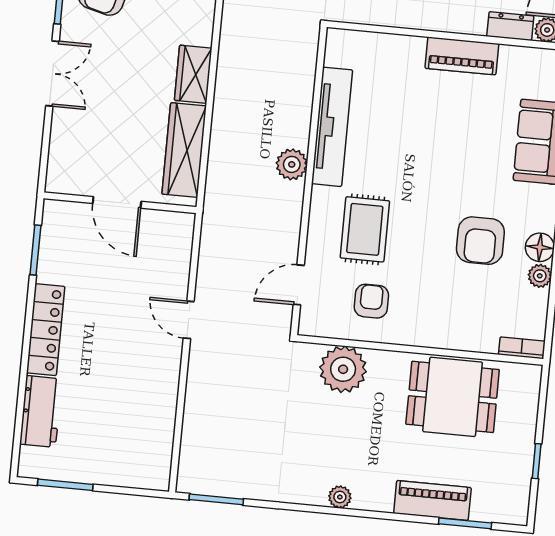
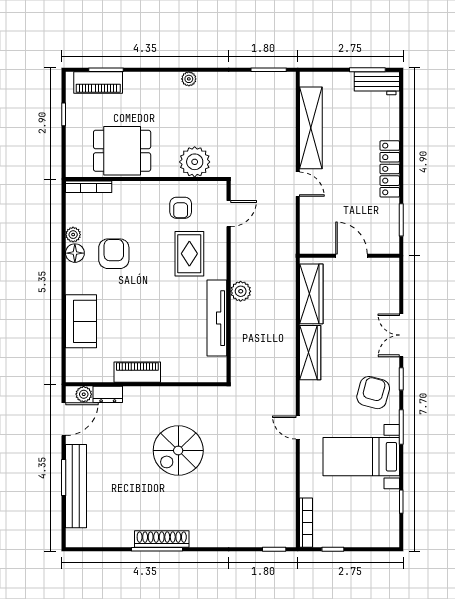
wardrobe: (193, 74) -> (310, 353), width x1.50
bookcase: (522, 348) -> (89, 187), width x1.56
shelving: (160, 404) -> (311, 128), added
workbench: (41, 412) -> (377, 83), moved, turned -90
piano: (432, 500) -> (98, 82), moved

